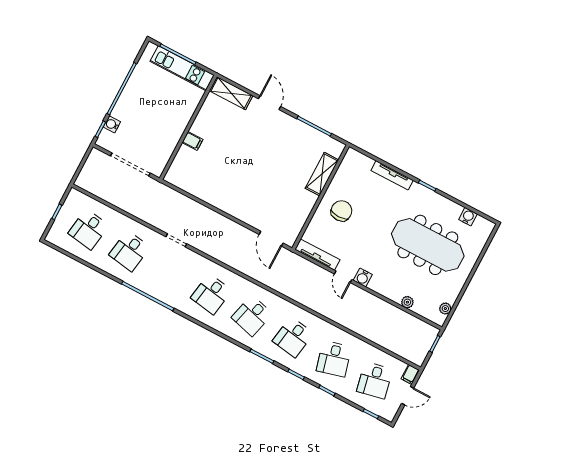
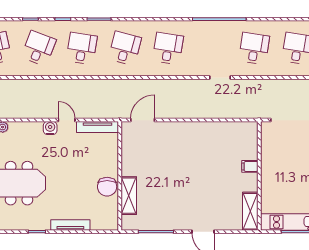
shelving: (231, 93) -> (250, 211), moved, turned 90
chair: (341, 211) -> (107, 187), moved
door: (271, 239) -> (143, 120), hinge flipped
desk: (334, 359) -> (39, 48), turned 36

